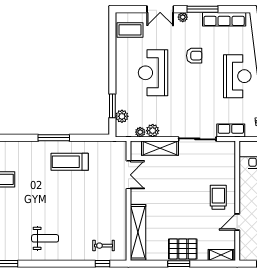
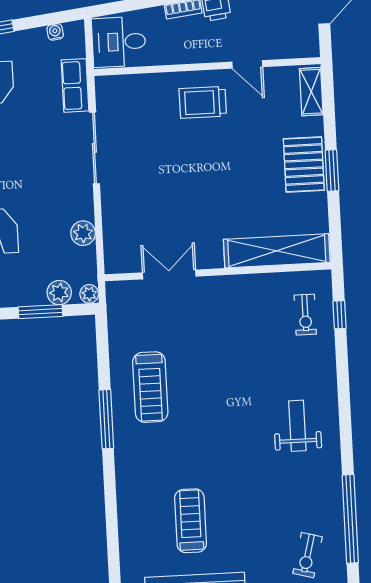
plant: (140, 132) -> (89, 294), moved
shelving: (160, 148) -> (116, 218), removed

